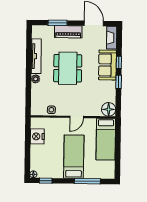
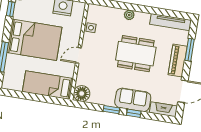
tv unit: (36, 56) -> (170, 22), moved
door: (77, 117) -> (78, 55), hinge flipped
bed: (74, 157) -> (34, 40), width x1.50

